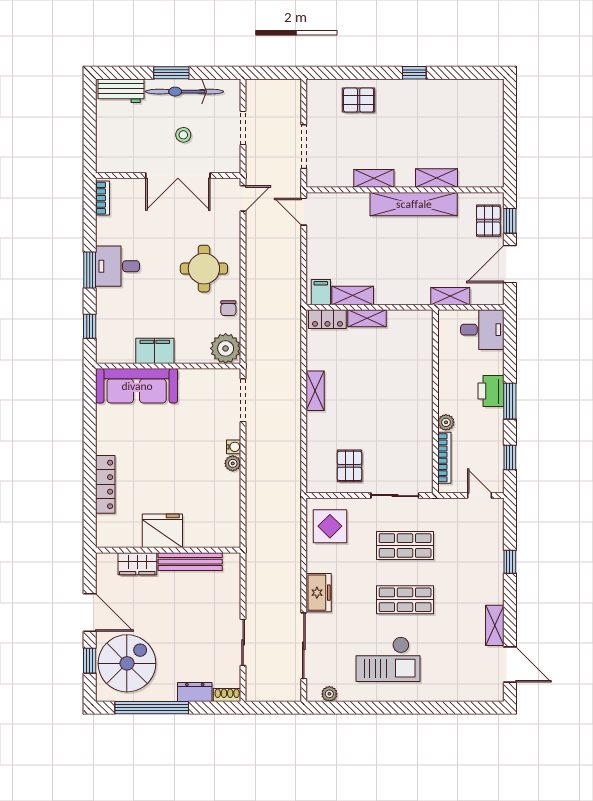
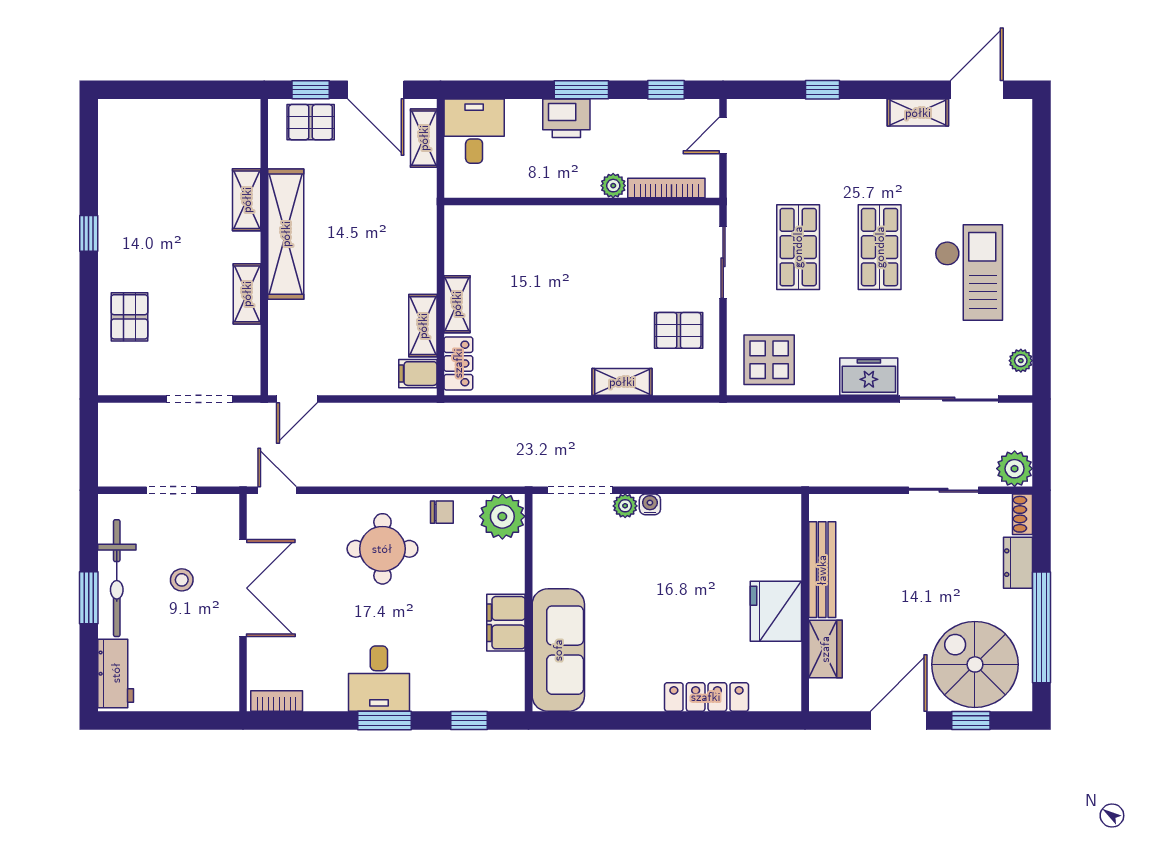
shelving: (450, 296) -> (424, 138), moved
shelving: (315, 391) -> (622, 382), moved
plant: (233, 463) -> (625, 506), moved
plant: (257, 690) -> (1015, 469), added

